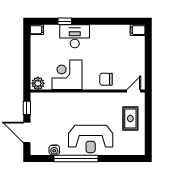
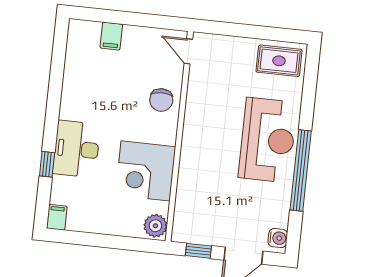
filing cabinet: (138, 30) -> (111, 36), moved
rug: (130, 119) -> (279, 61), moved
water cooler: (54, 150) -> (278, 238), moved

